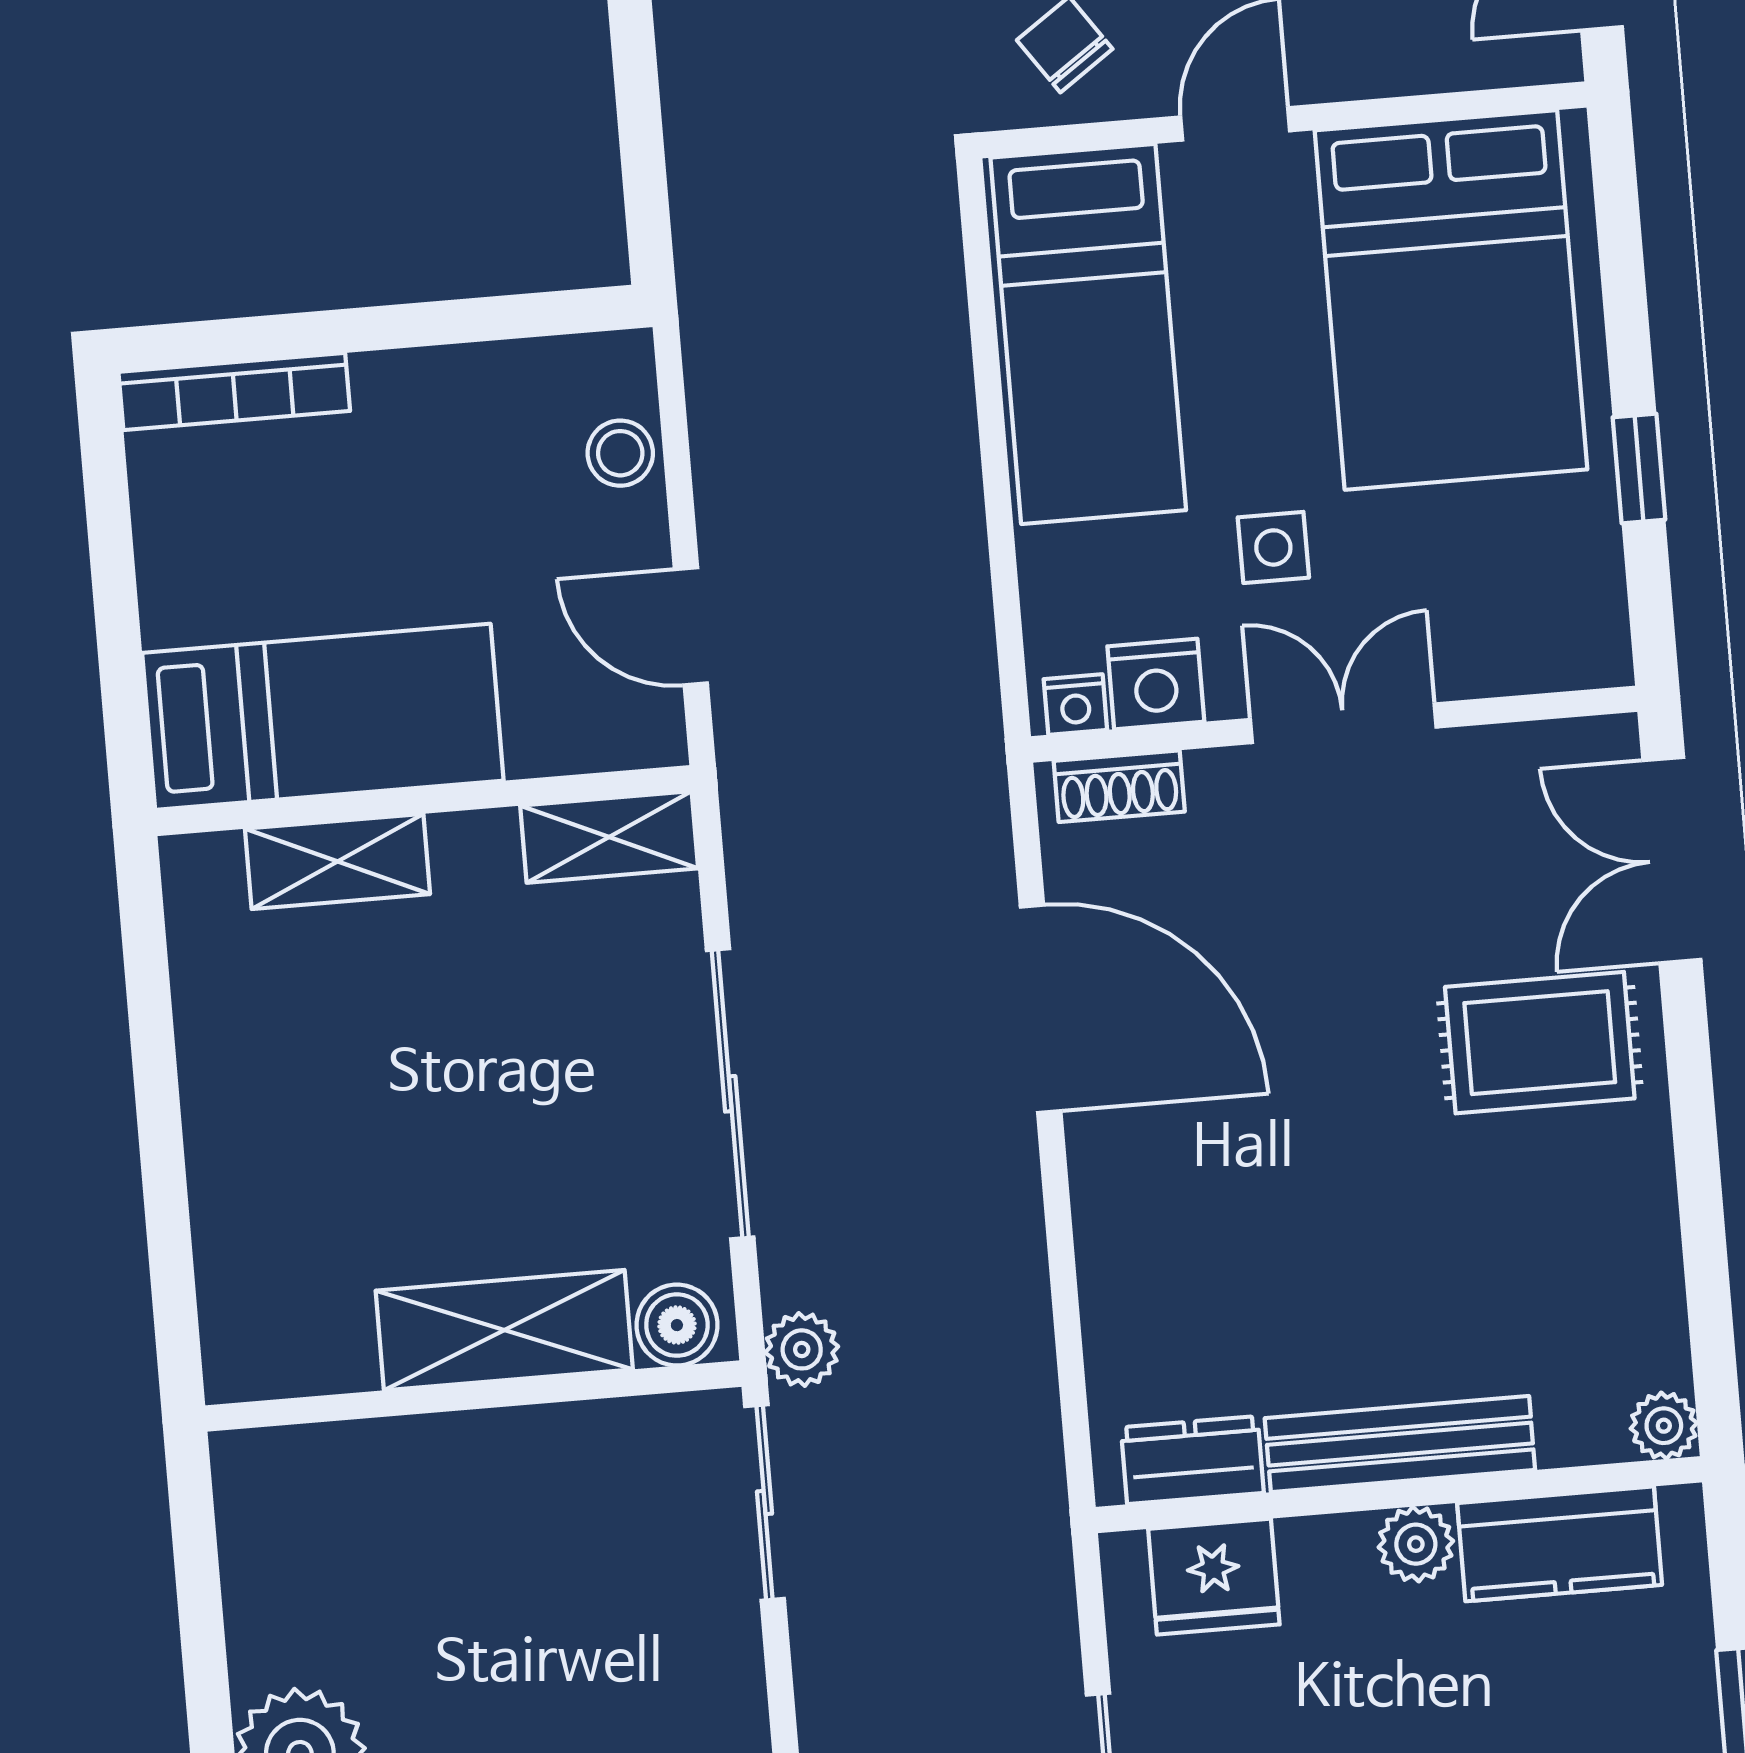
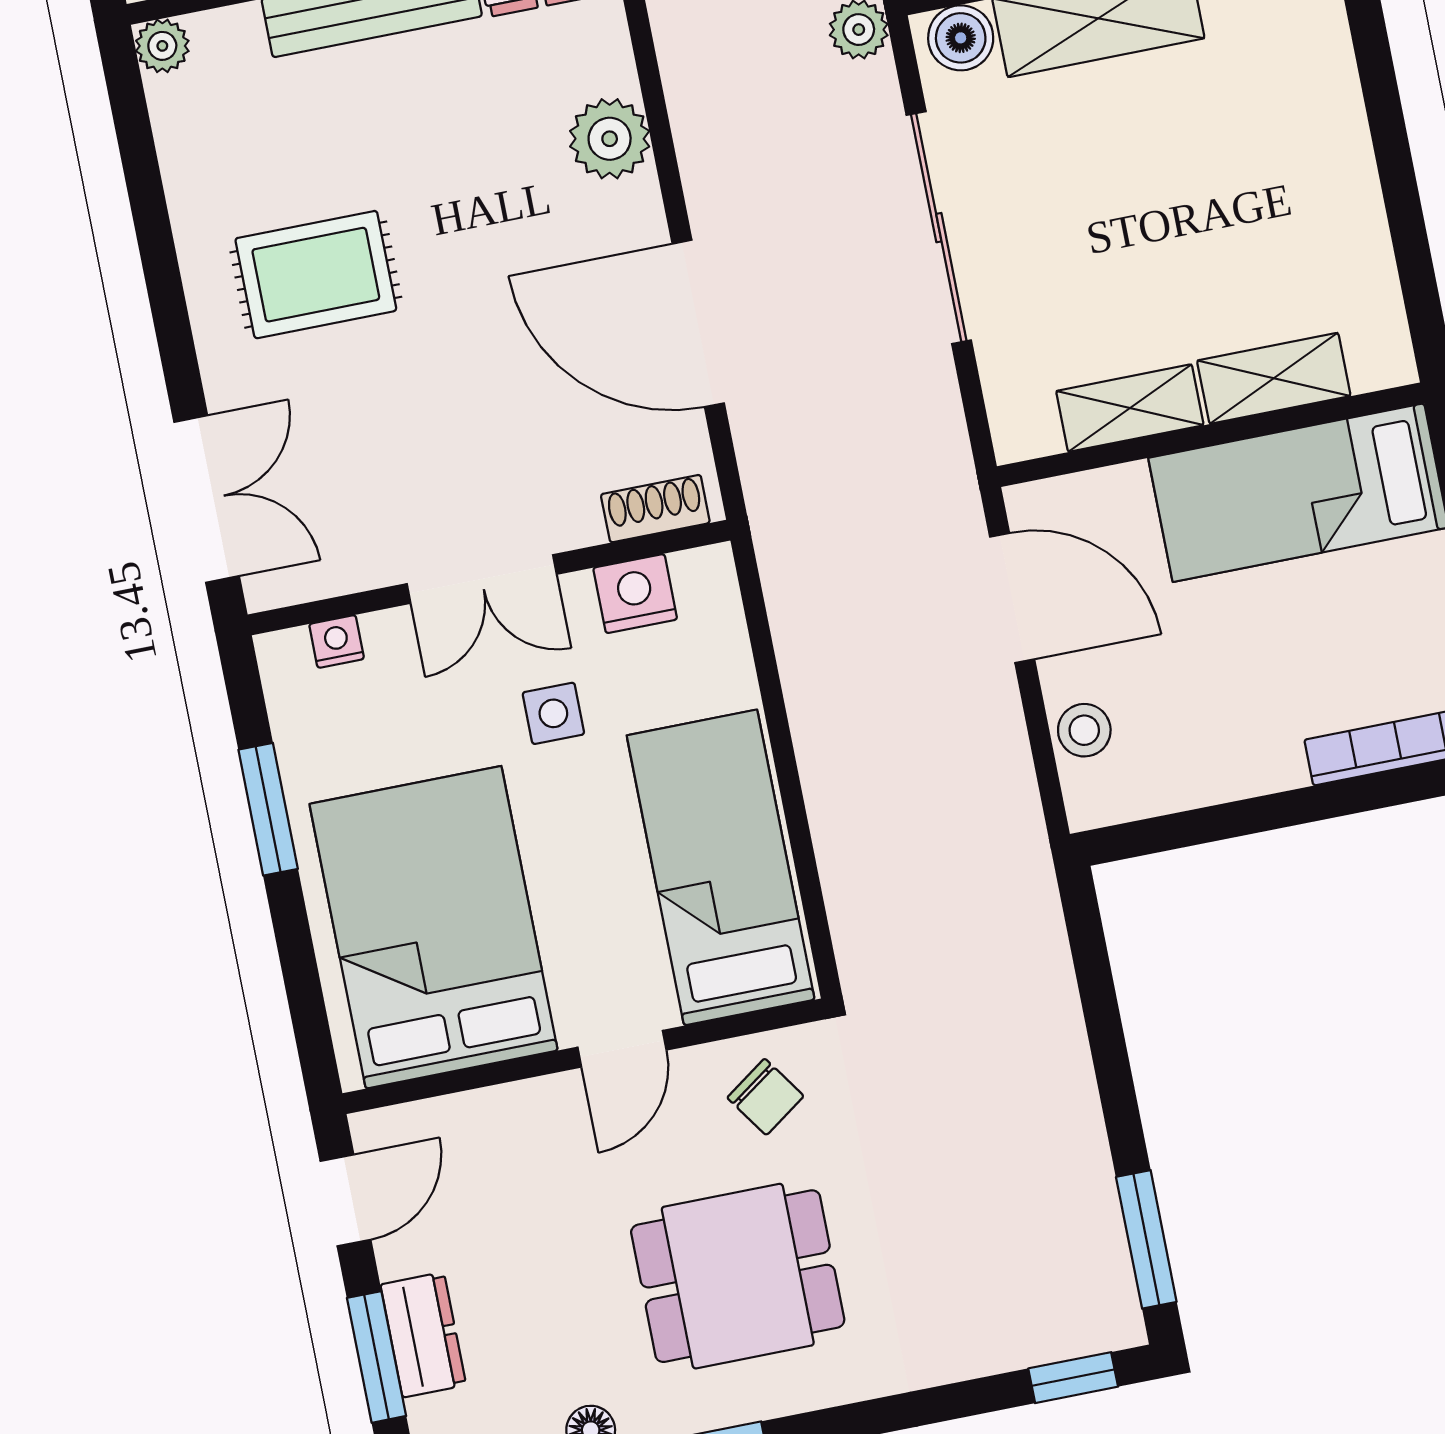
window: (1639, 468) -> (268, 809), width x1.50
door: (691, 626) -> (1012, 598), width x1.38
nightstand: (1075, 705) -> (337, 641), moved
shelving: (609, 837) -> (1130, 408), moved
rug: (1540, 1043) -> (316, 275), moved
plant: (1124, 1249) -> (610, 139), added

